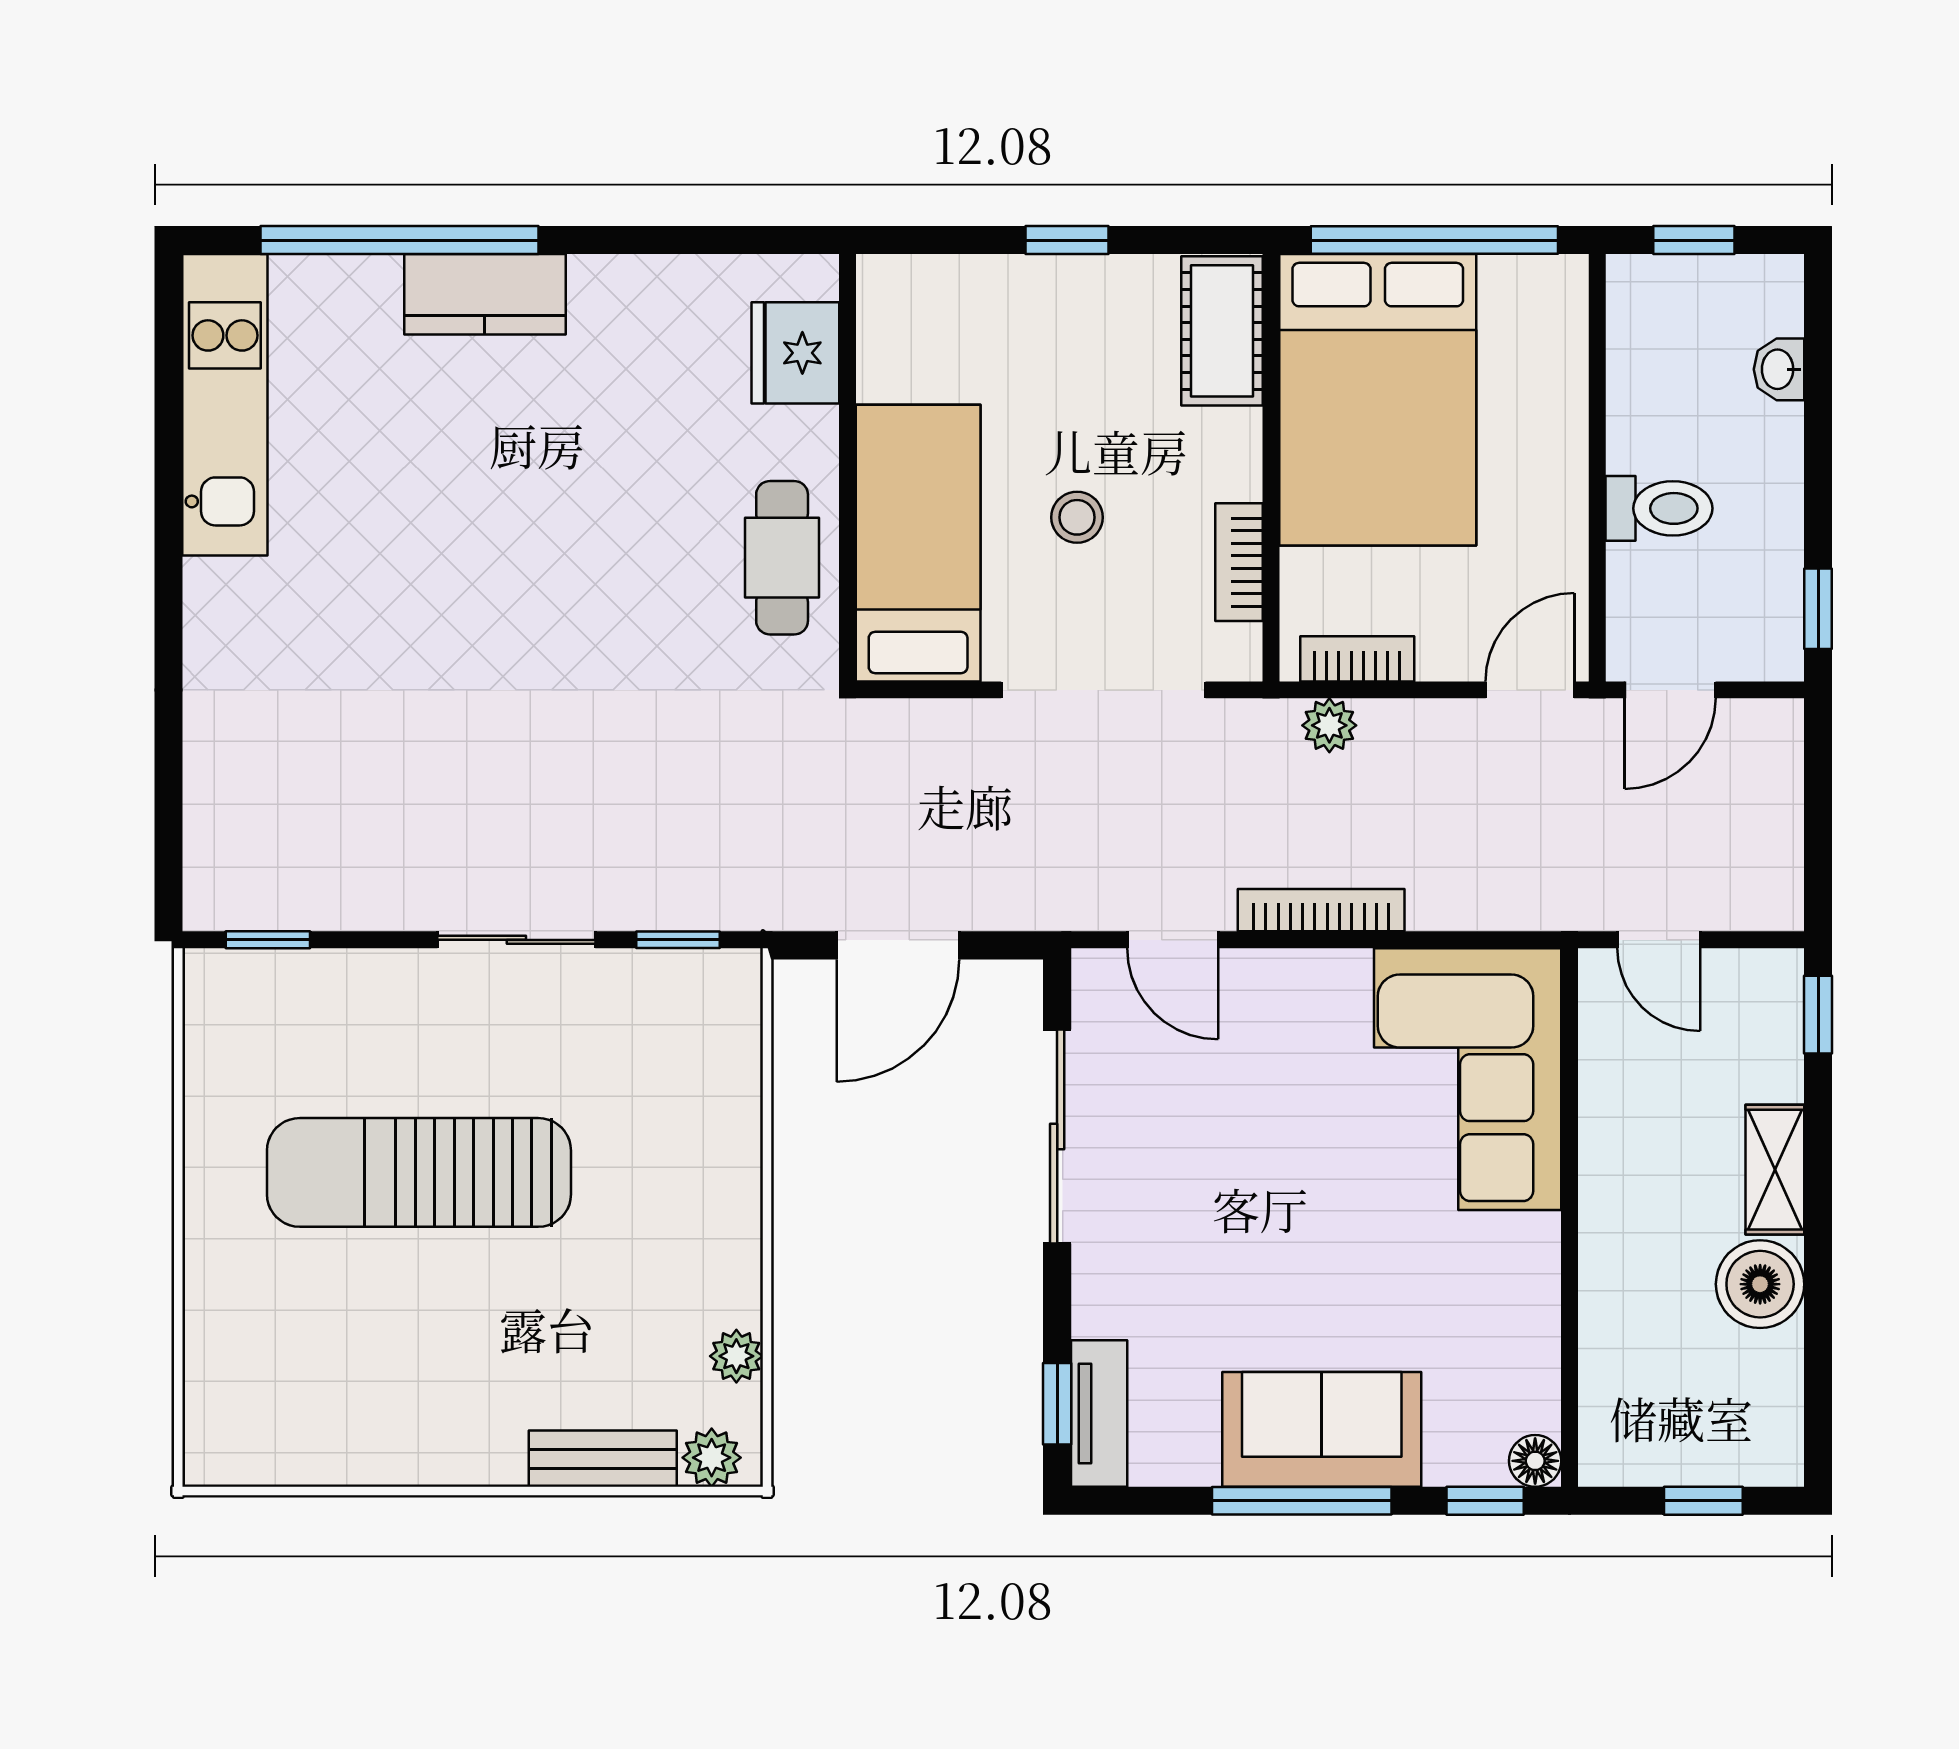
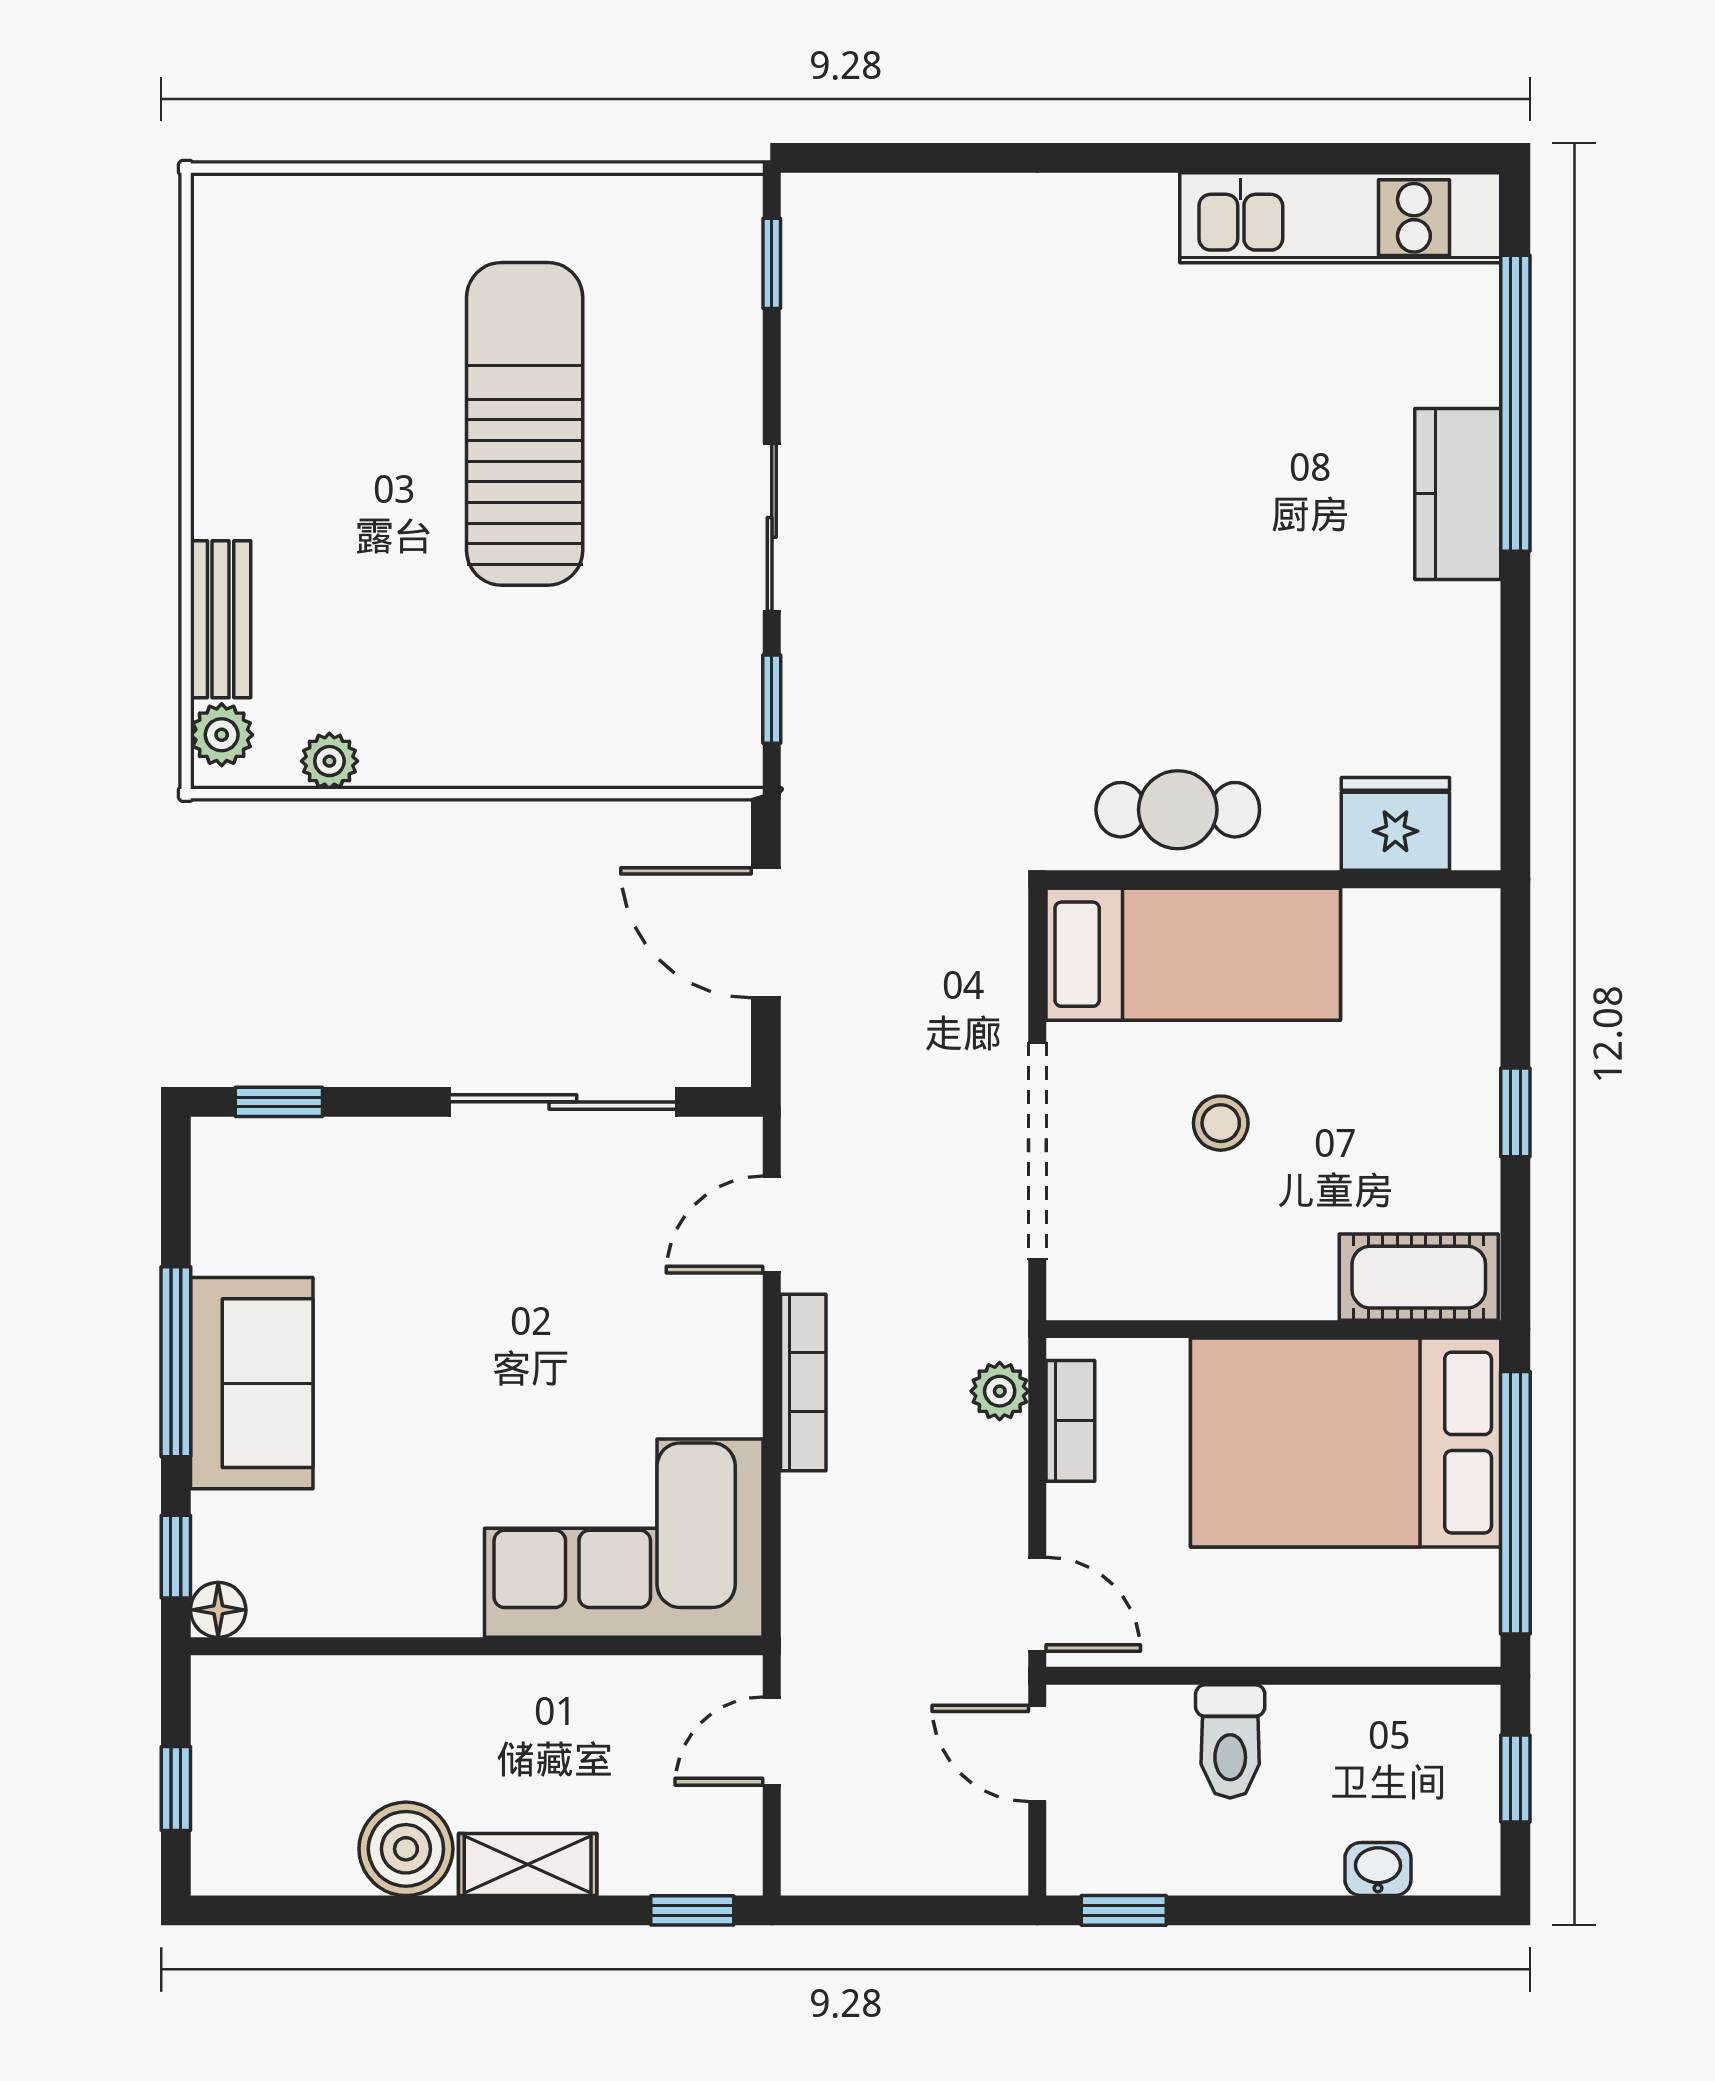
bookcase: (1239, 562) -> (1173, 1295), removed
tv unit: (1099, 1414) -> (268, 1146), removed

